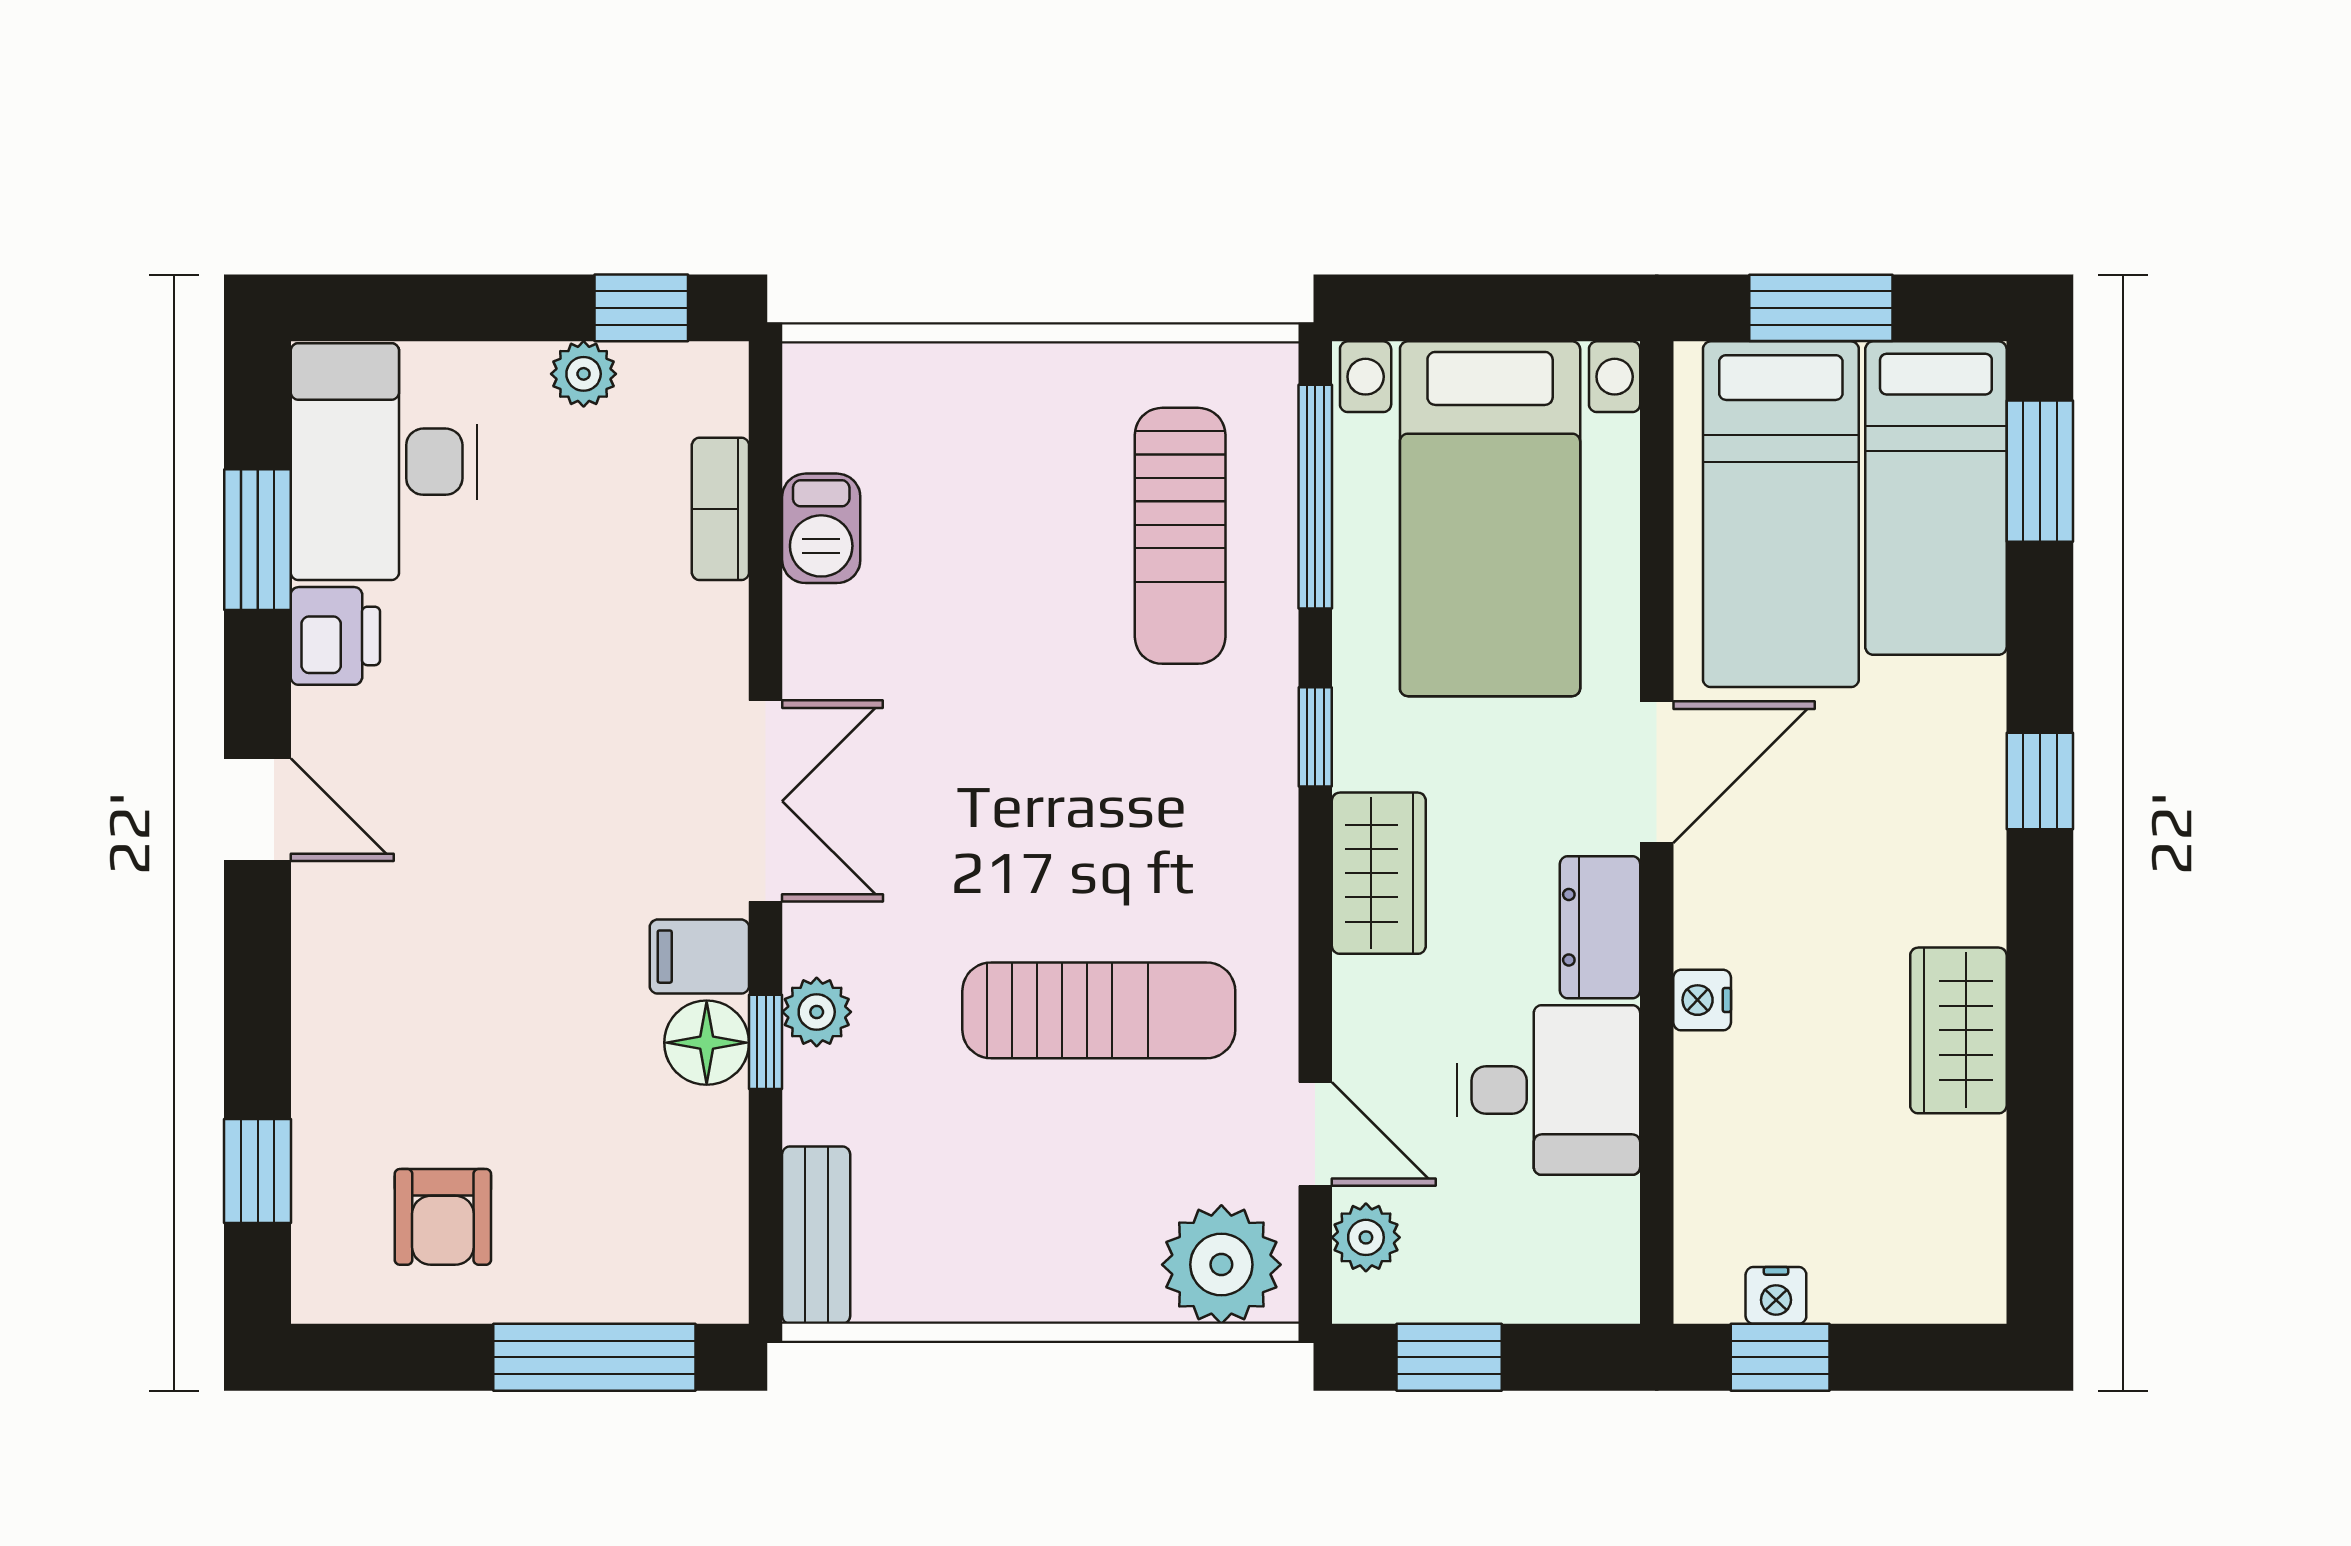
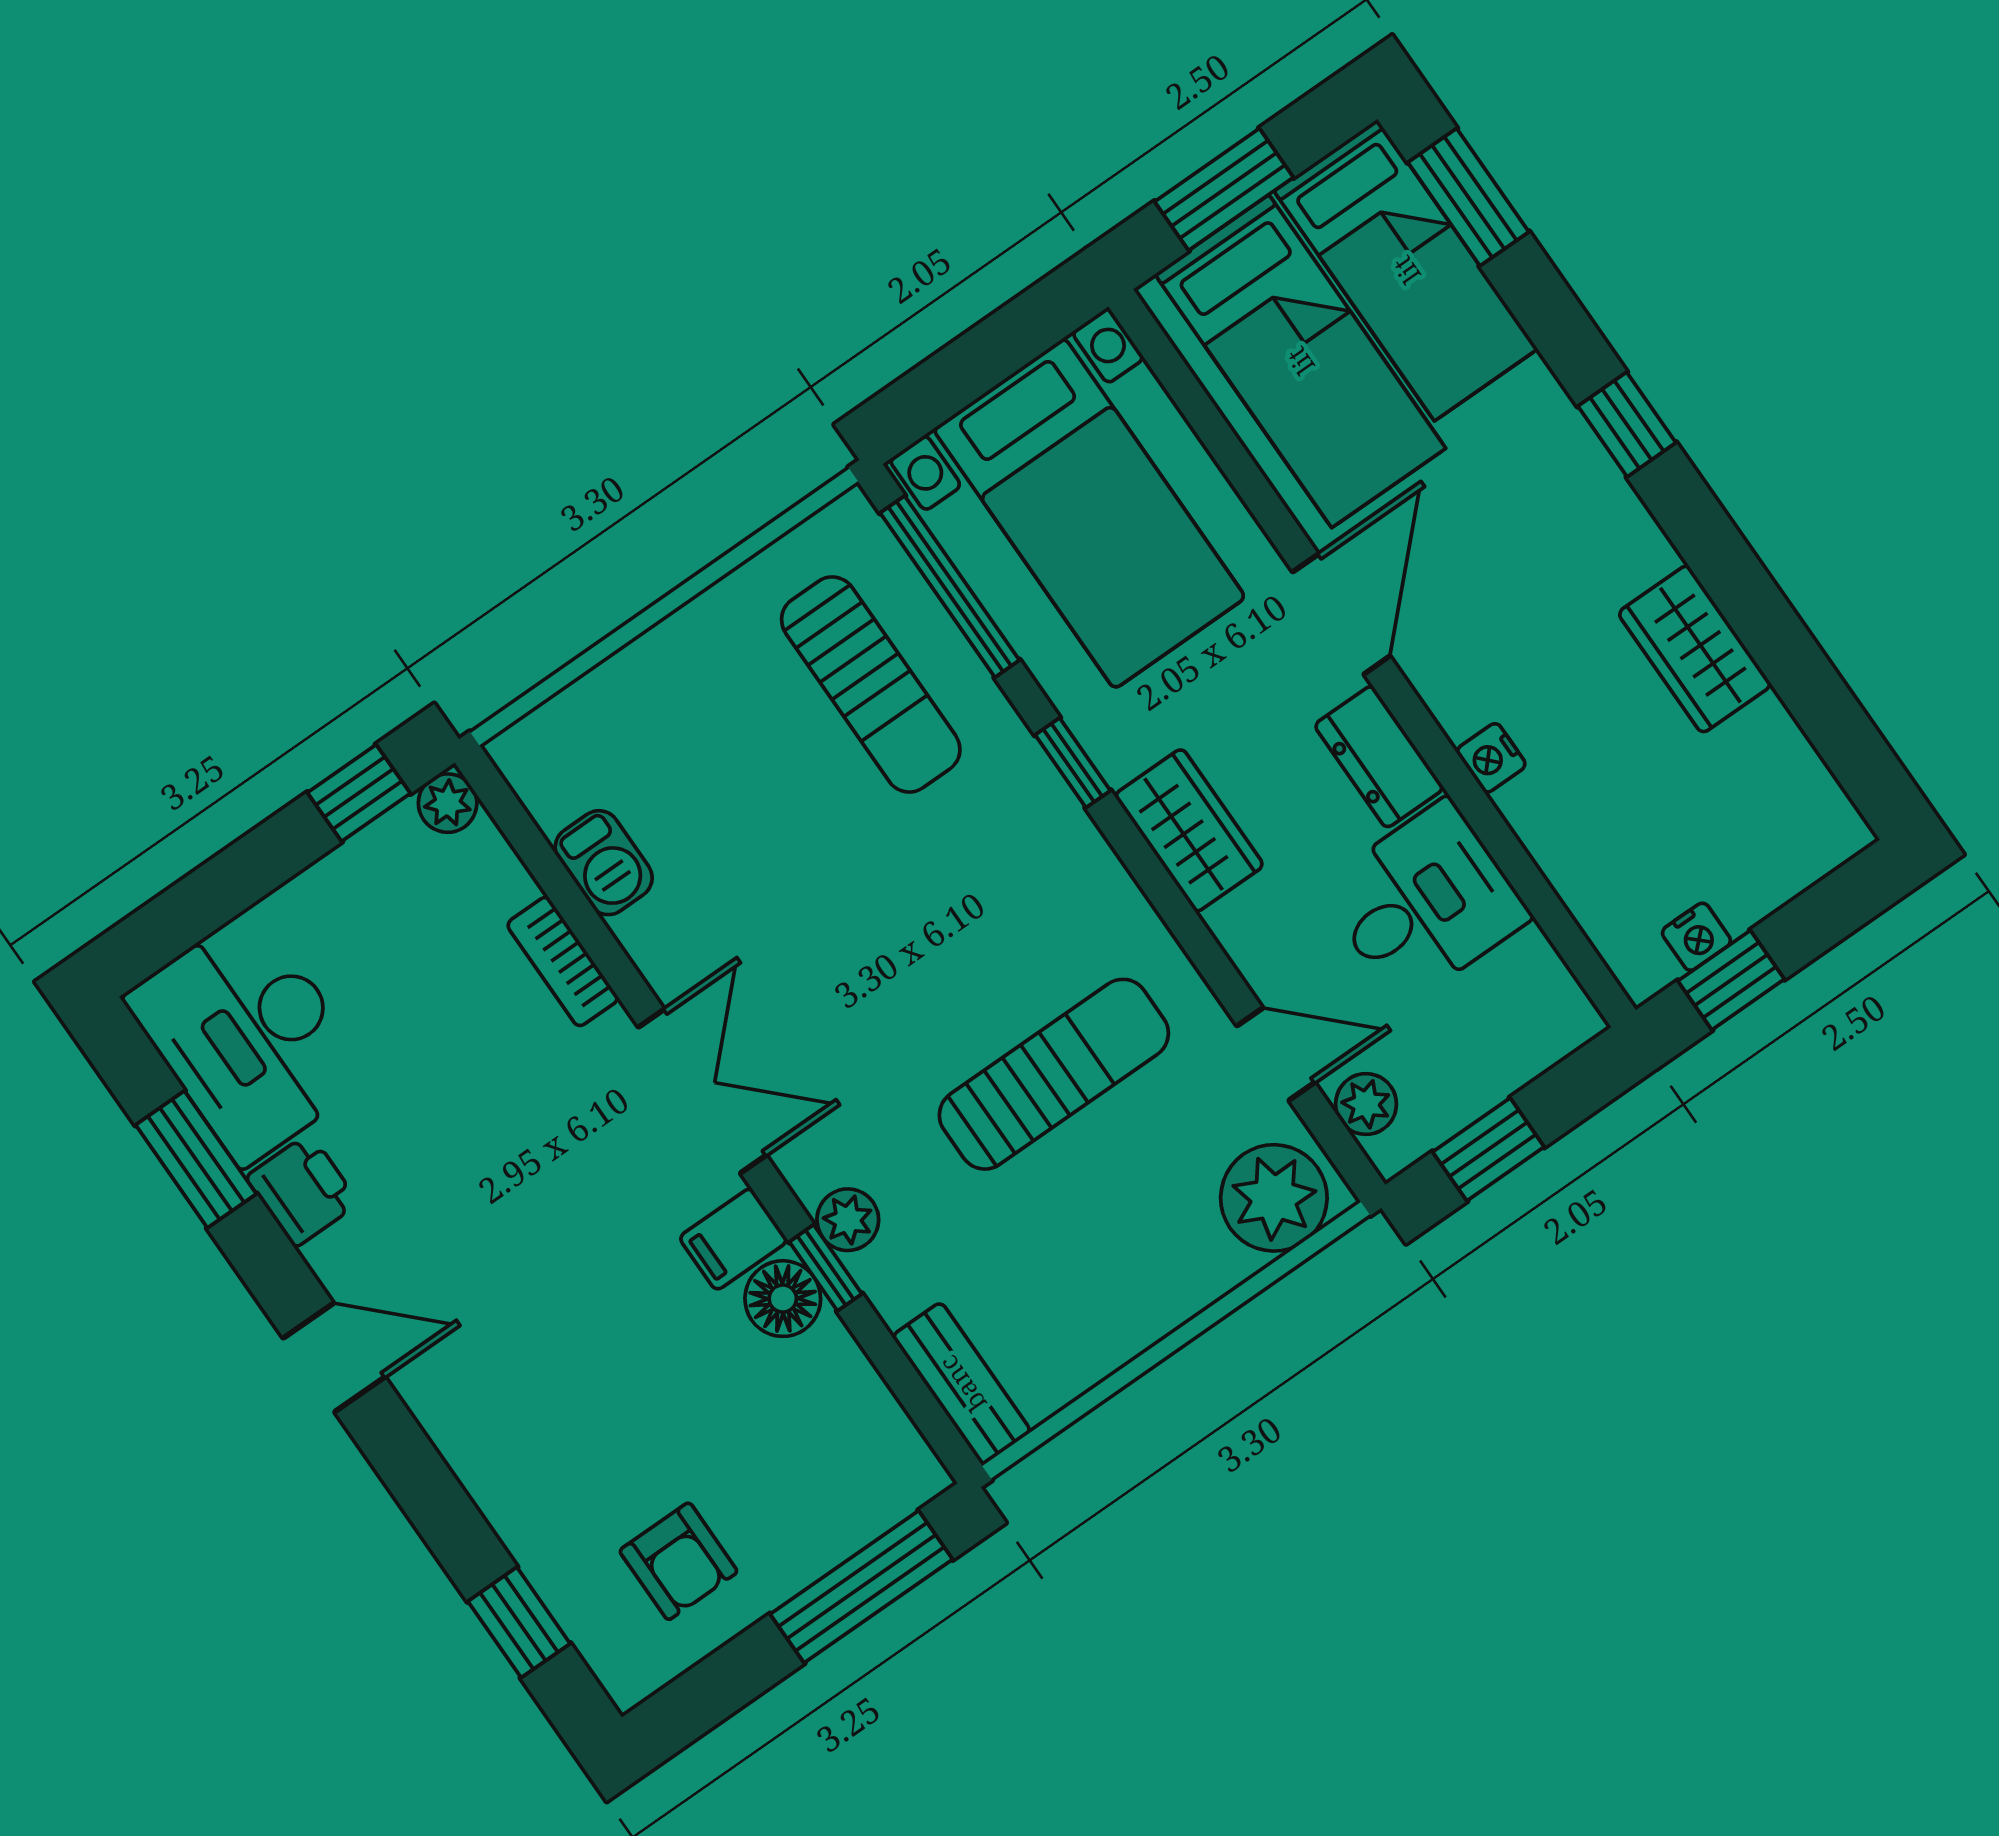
plant: (584, 374) -> (448, 803), moved
bookcase: (720, 509) -> (563, 962), moved

